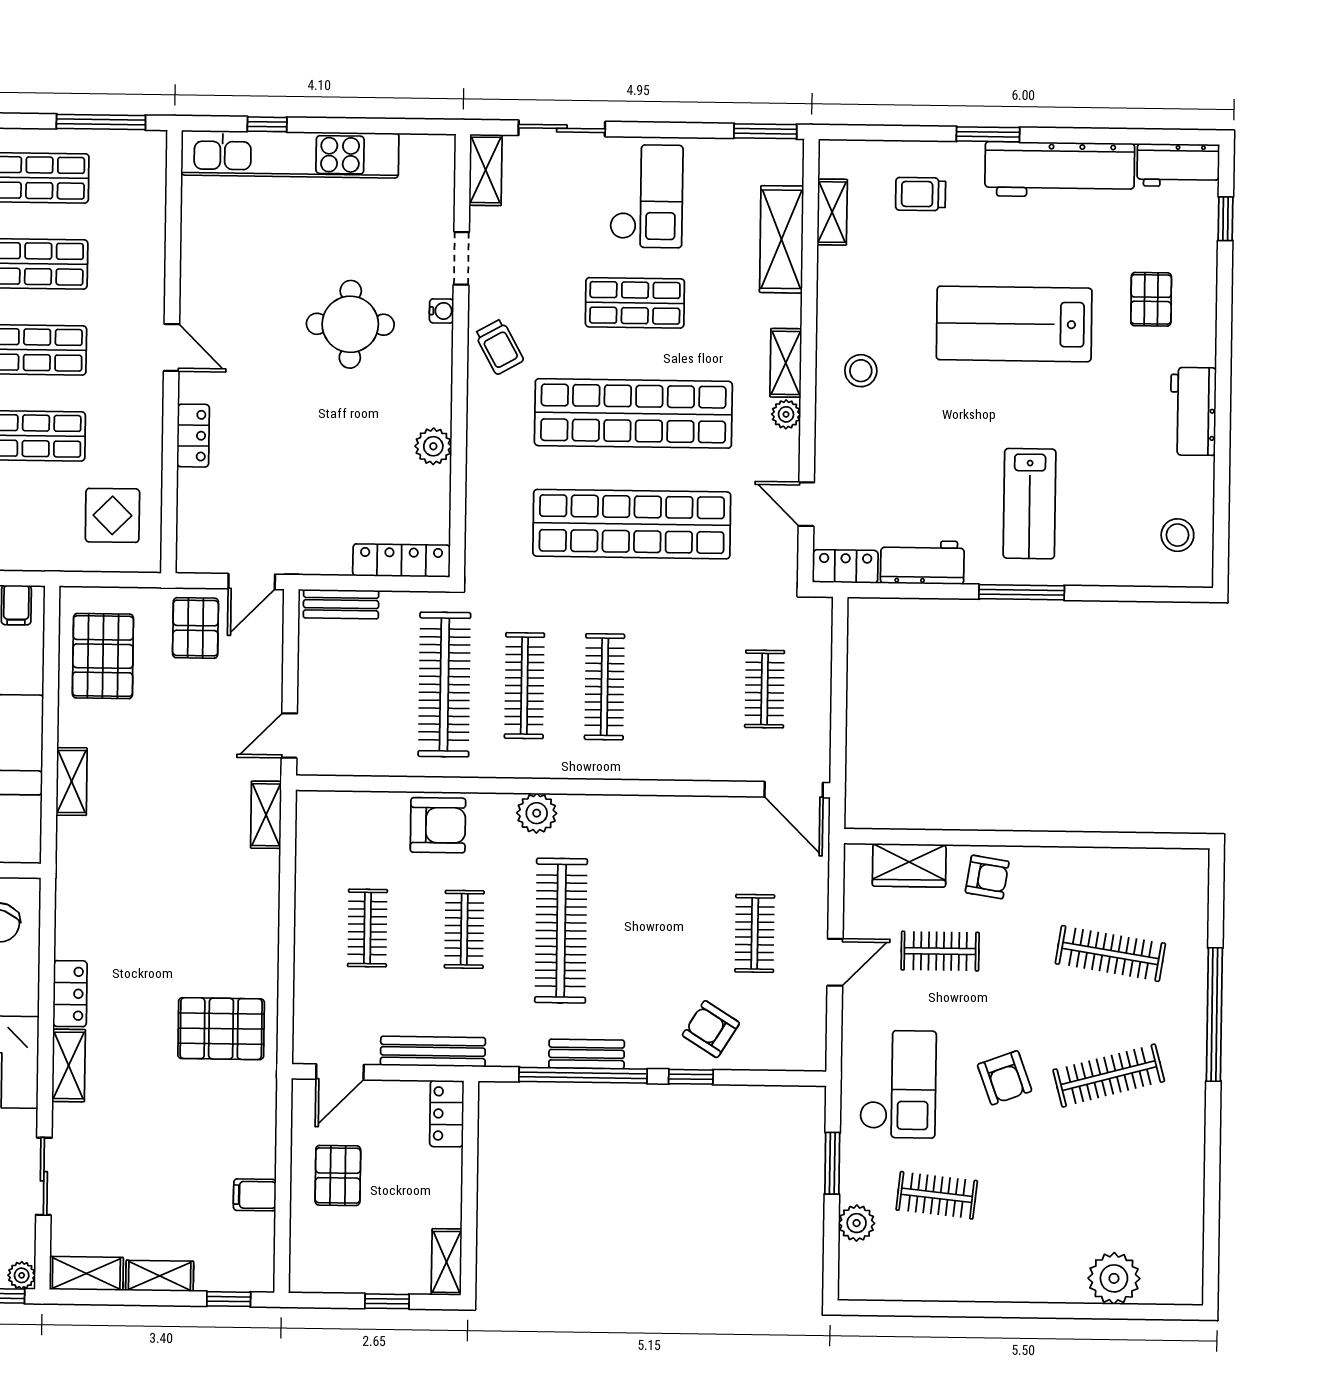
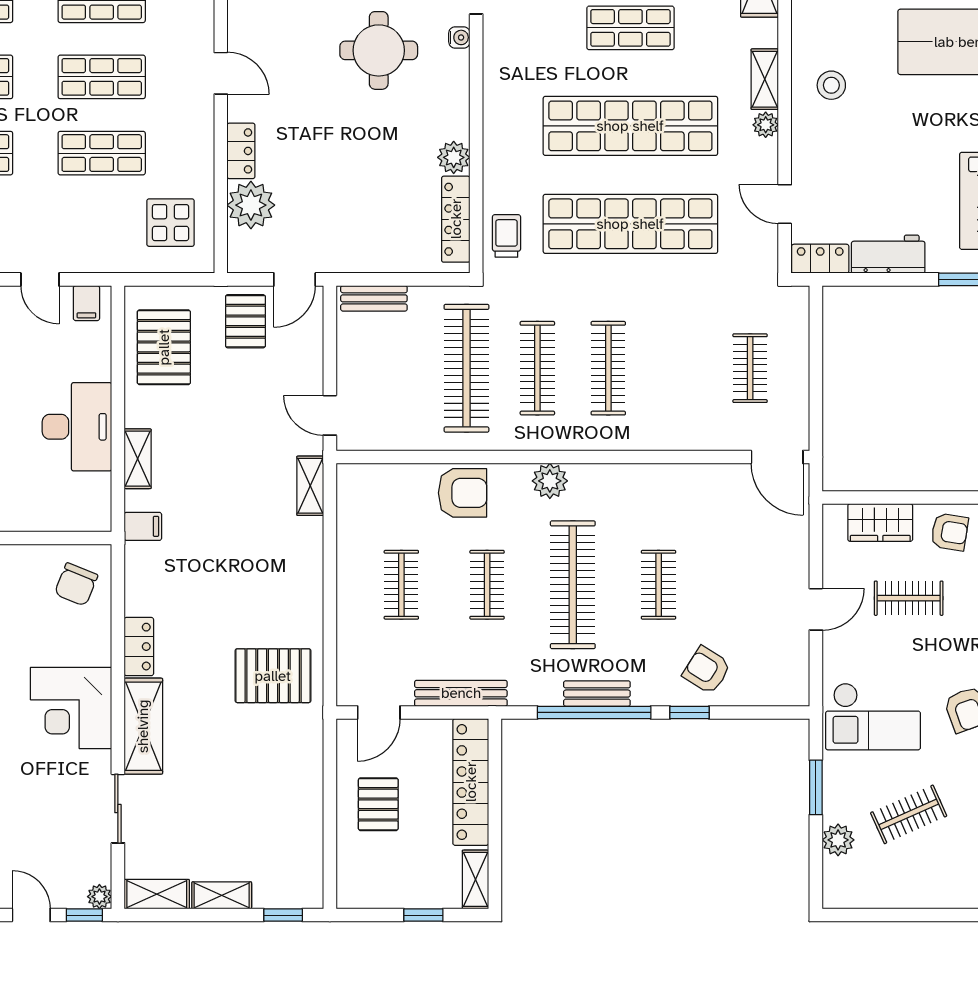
trolley: (499, 347) -> (506, 236), moved, turned -151
plant: (204, 497) -> (251, 205), added
locker: (401, 560) -> (456, 219), moved, turned -90
door: (289, 736) -> (330, 415), hinge flipped
clothes rail: (755, 933) -> (659, 585), moved
shelving: (69, 1065) -> (143, 726), width x1.50, depth x1.33
checkout: (898, 1084) -> (873, 716), turned 90
locker: (447, 1114) -> (471, 782), width x2.16, depth x1.21
filing cabinet: (255, 1195) -> (143, 526), moved, turned 180
clothes rail: (937, 1195) -> (909, 814), turned -30

